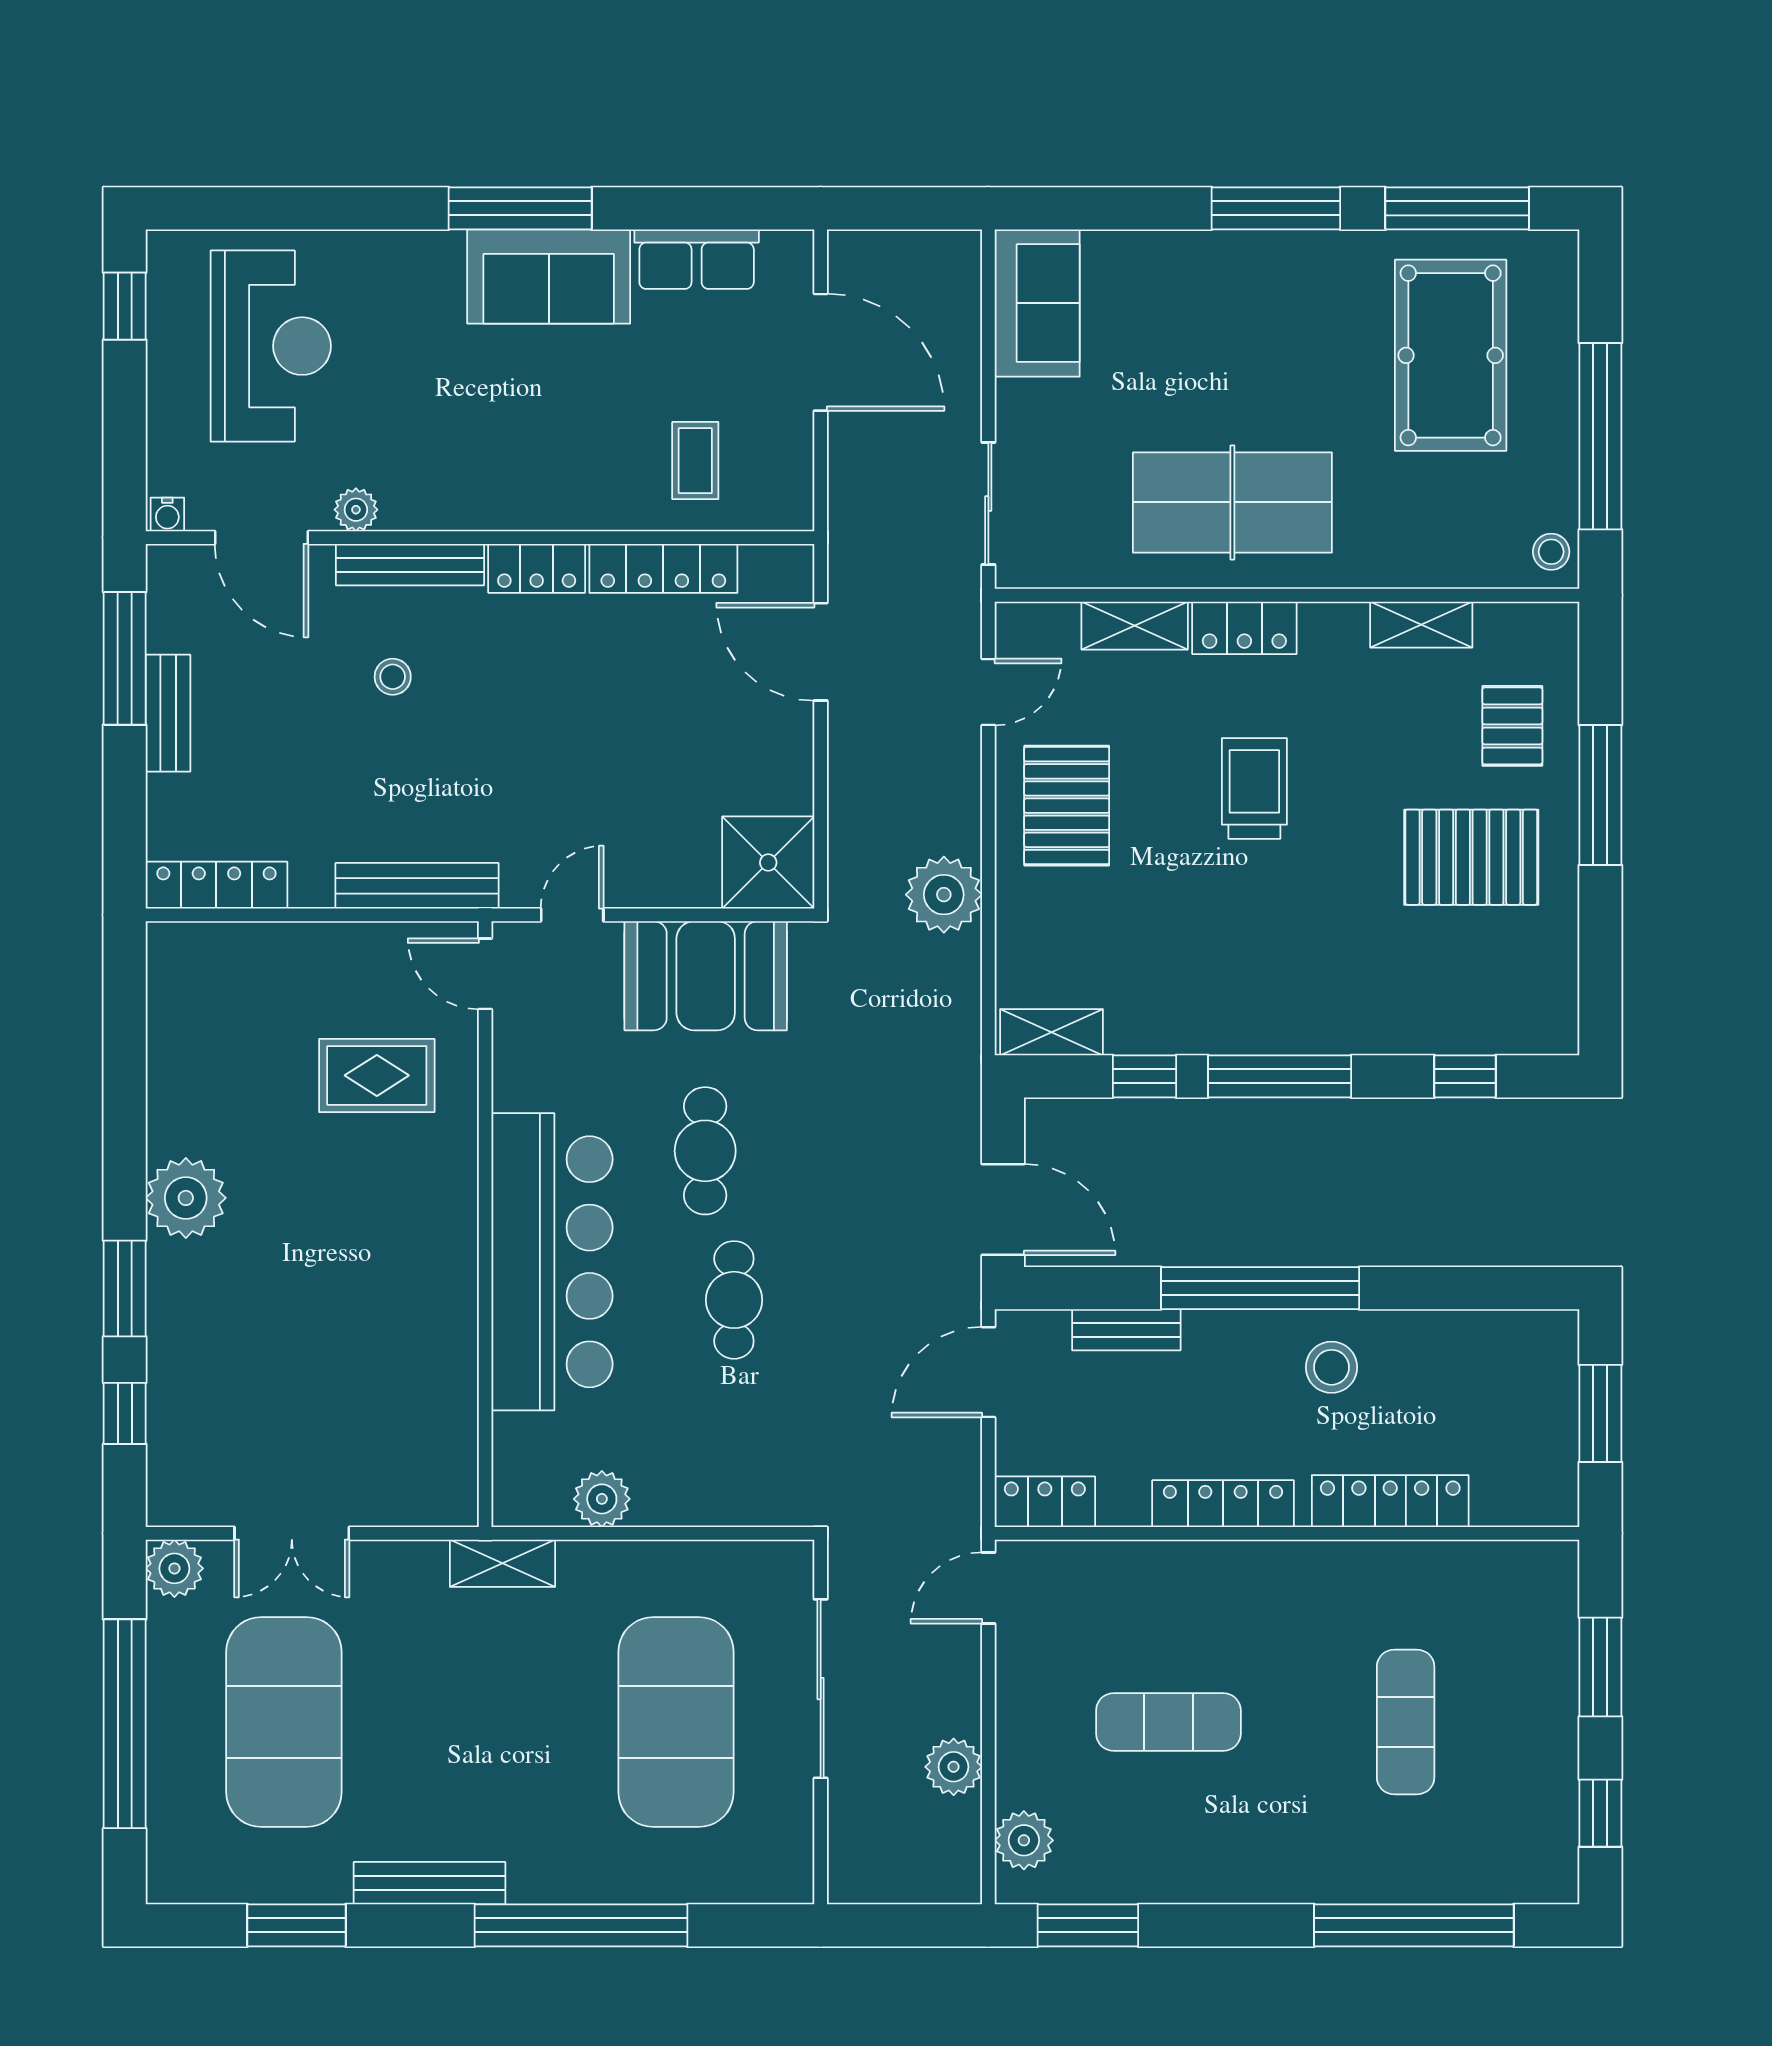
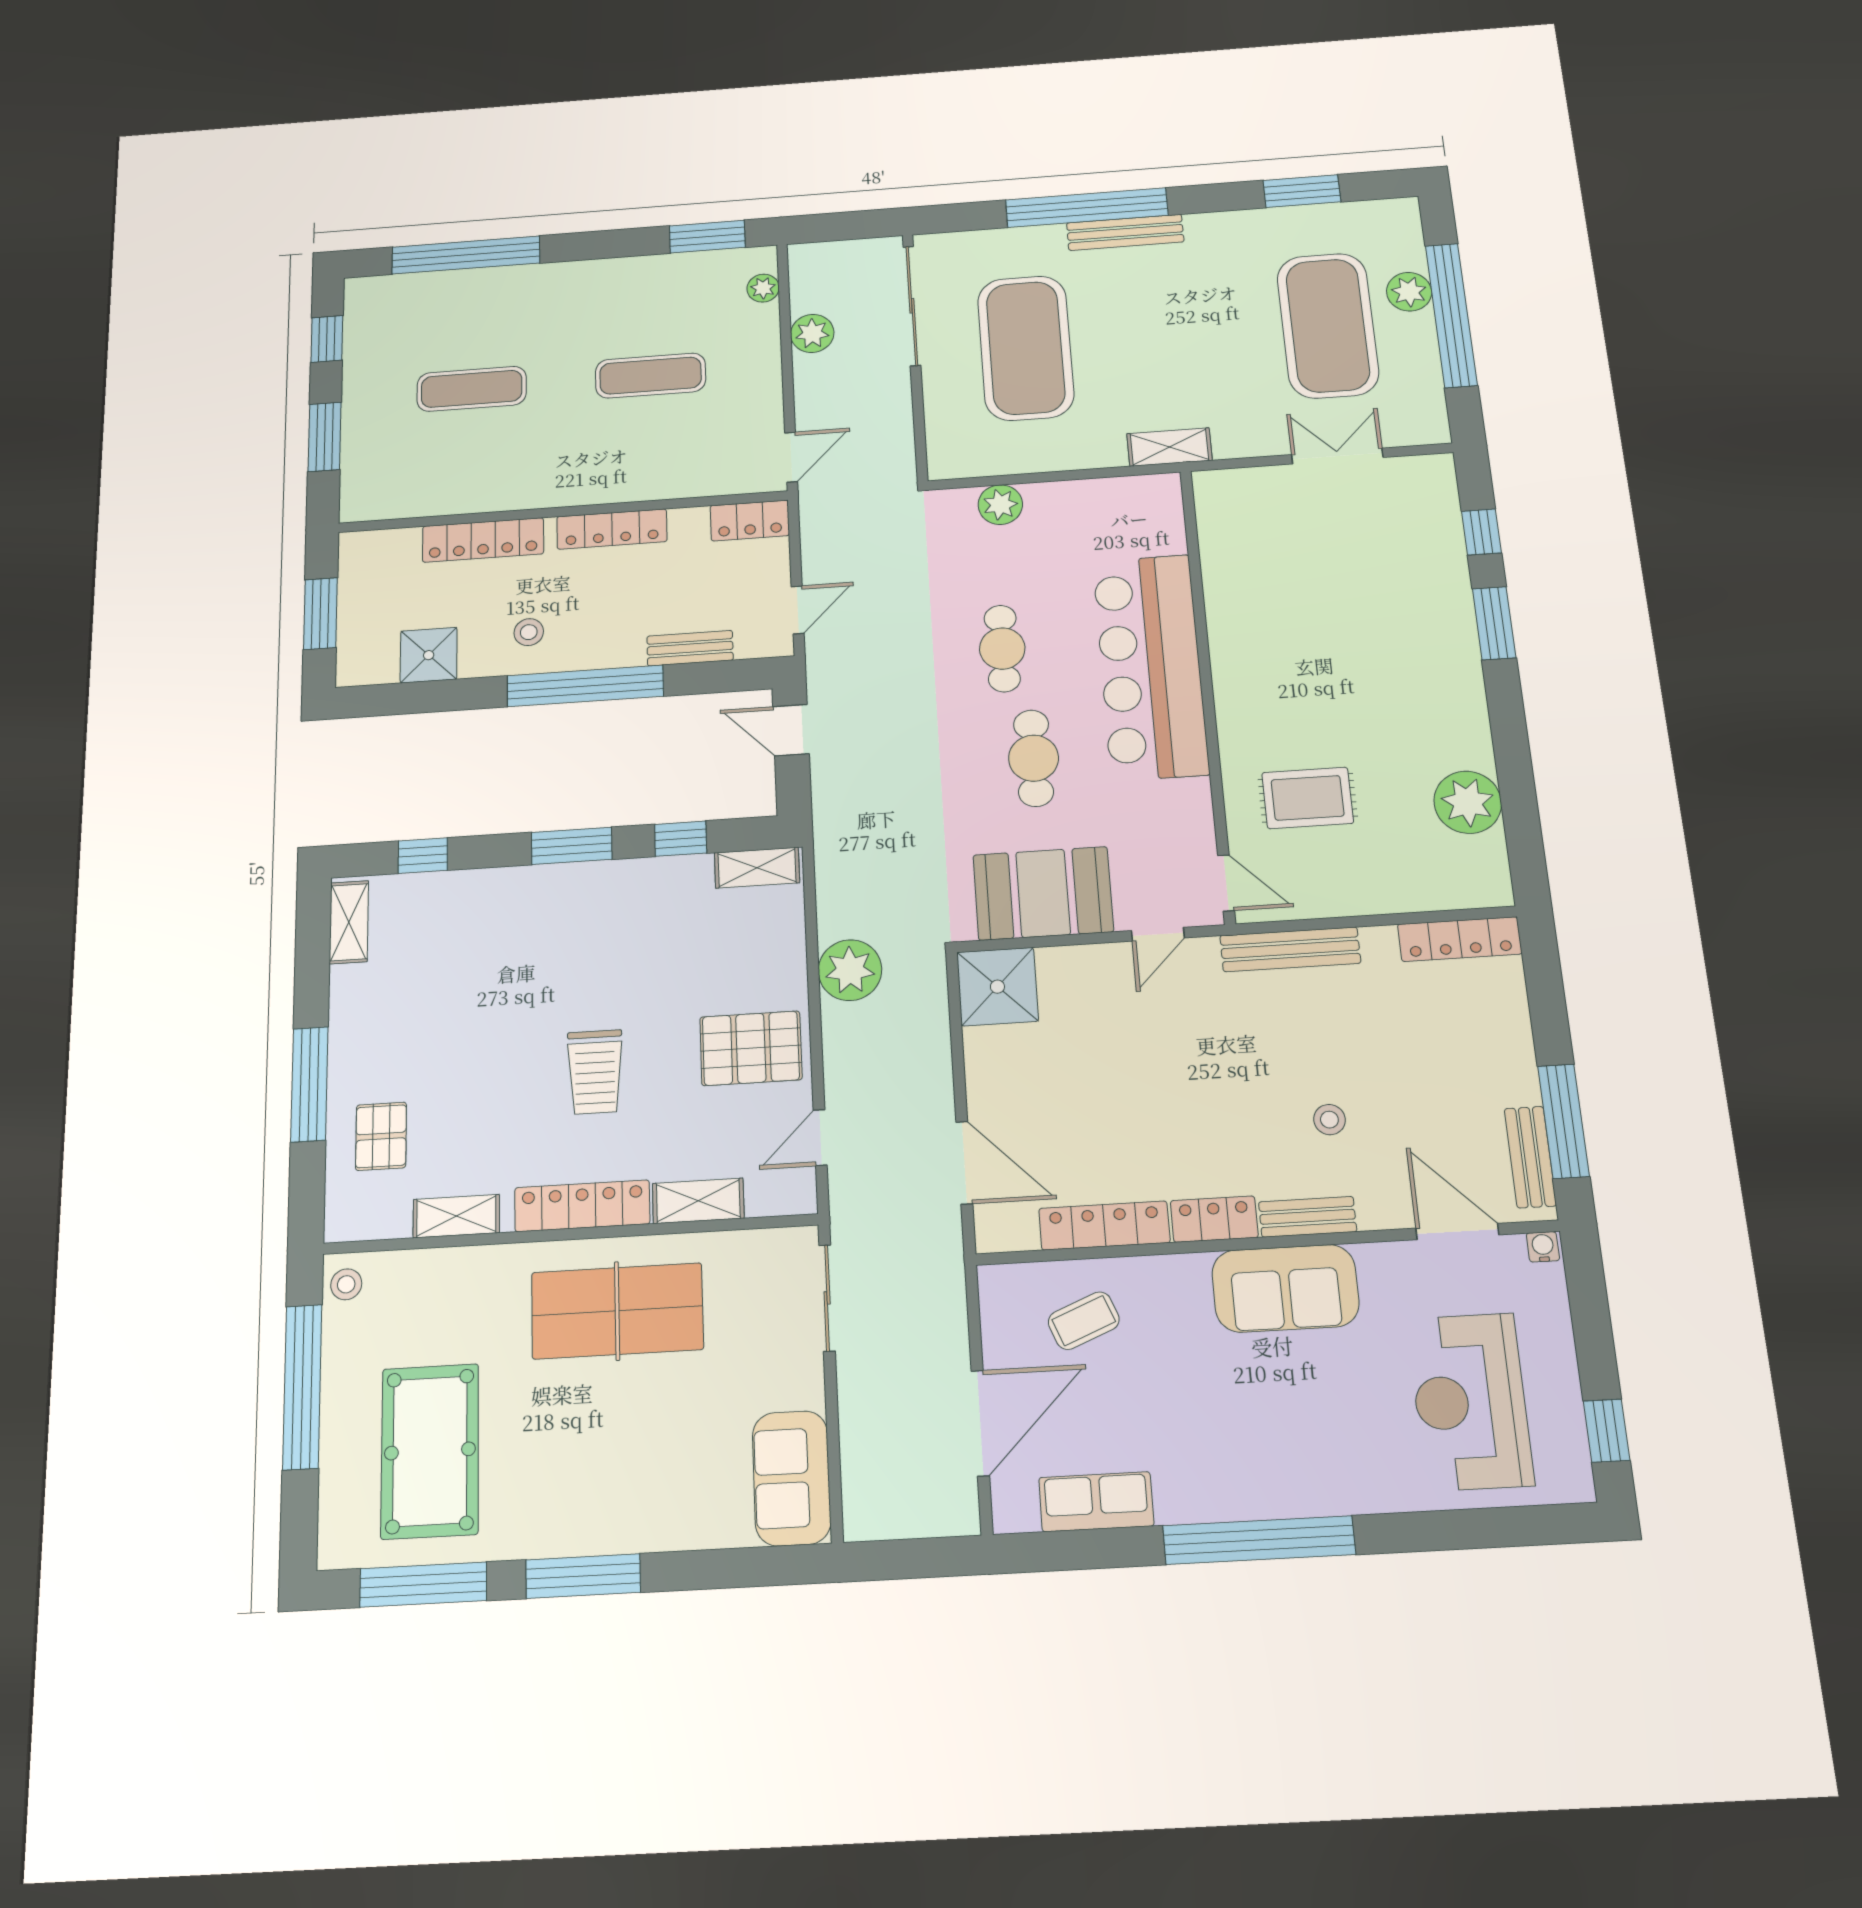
window: (520, 208) -> (1259, 1540), width x1.46
sofa: (549, 277) -> (1285, 1288), moved, turned 180
door: (821, 352) -> (980, 1423), swing flipped
coffee table: (695, 461) -> (1084, 1321), turned 68
plant: (356, 510) -> (1377, 1261), removed
bench: (410, 565) -> (1308, 1217), width x0.73
locker: (1244, 628) -> (582, 1206), width x1.53
bench: (168, 713) -> (1530, 1157), moved
pallet: (1067, 806) -> (751, 1048), turned 90
pallet: (1471, 857) -> (416, 1028), removed
shelving: (1556, 996) -> (349, 922), added
window: (1280, 1076) -> (572, 846), width x0.69
plant: (186, 1198) -> (1468, 802), moved
door: (1003, 1210) -> (791, 730), width x0.73
shower: (1460, 1345) -> (429, 655), added
stool: (1332, 1367) -> (529, 632), width x0.73, depth x0.73
door: (988, 1372) -> (798, 610), width x0.73
plant: (602, 1499) -> (1000, 505), moved
plant: (174, 1568) -> (1409, 292), moved
sliding door: (821, 1689) -> (912, 306), moved
exercise mat: (1406, 1722) -> (472, 389), turned 90
plant: (1024, 1840) -> (763, 288), width x0.73, depth x0.73
bench: (430, 1883) -> (1125, 232), moved

